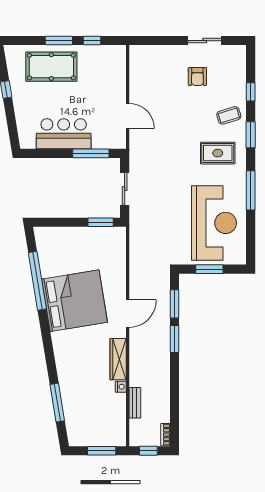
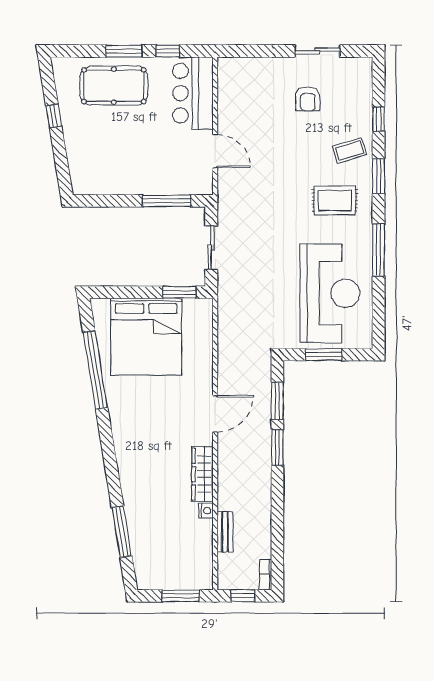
bar counter: (64, 134) -> (193, 93), moved, turned -90
bed: (74, 301) -> (146, 337), moved, turned 99

